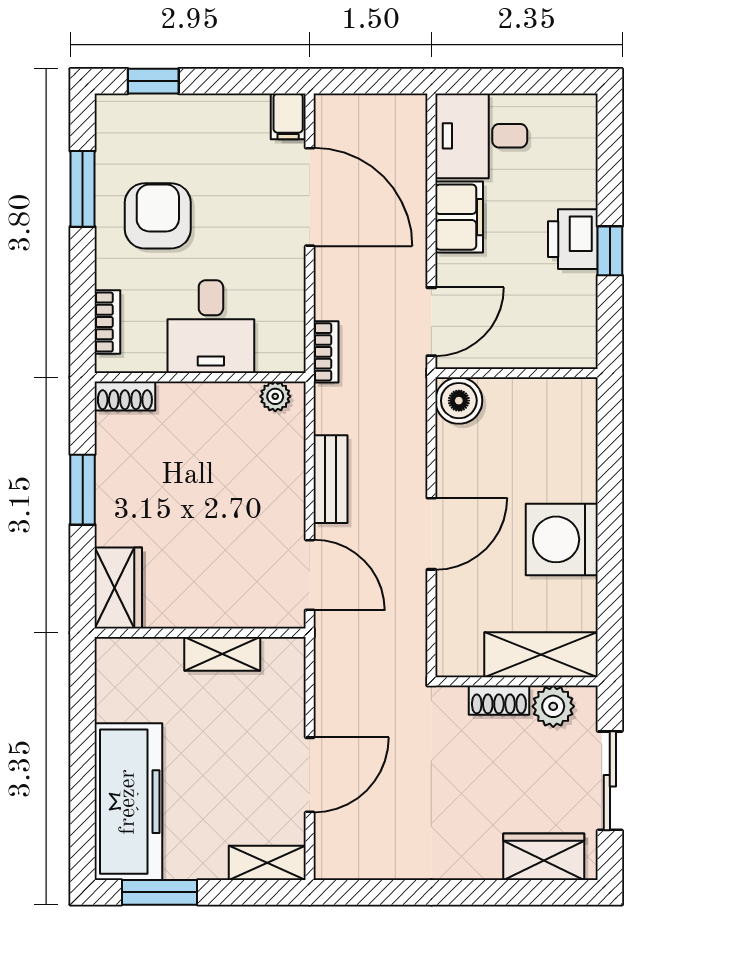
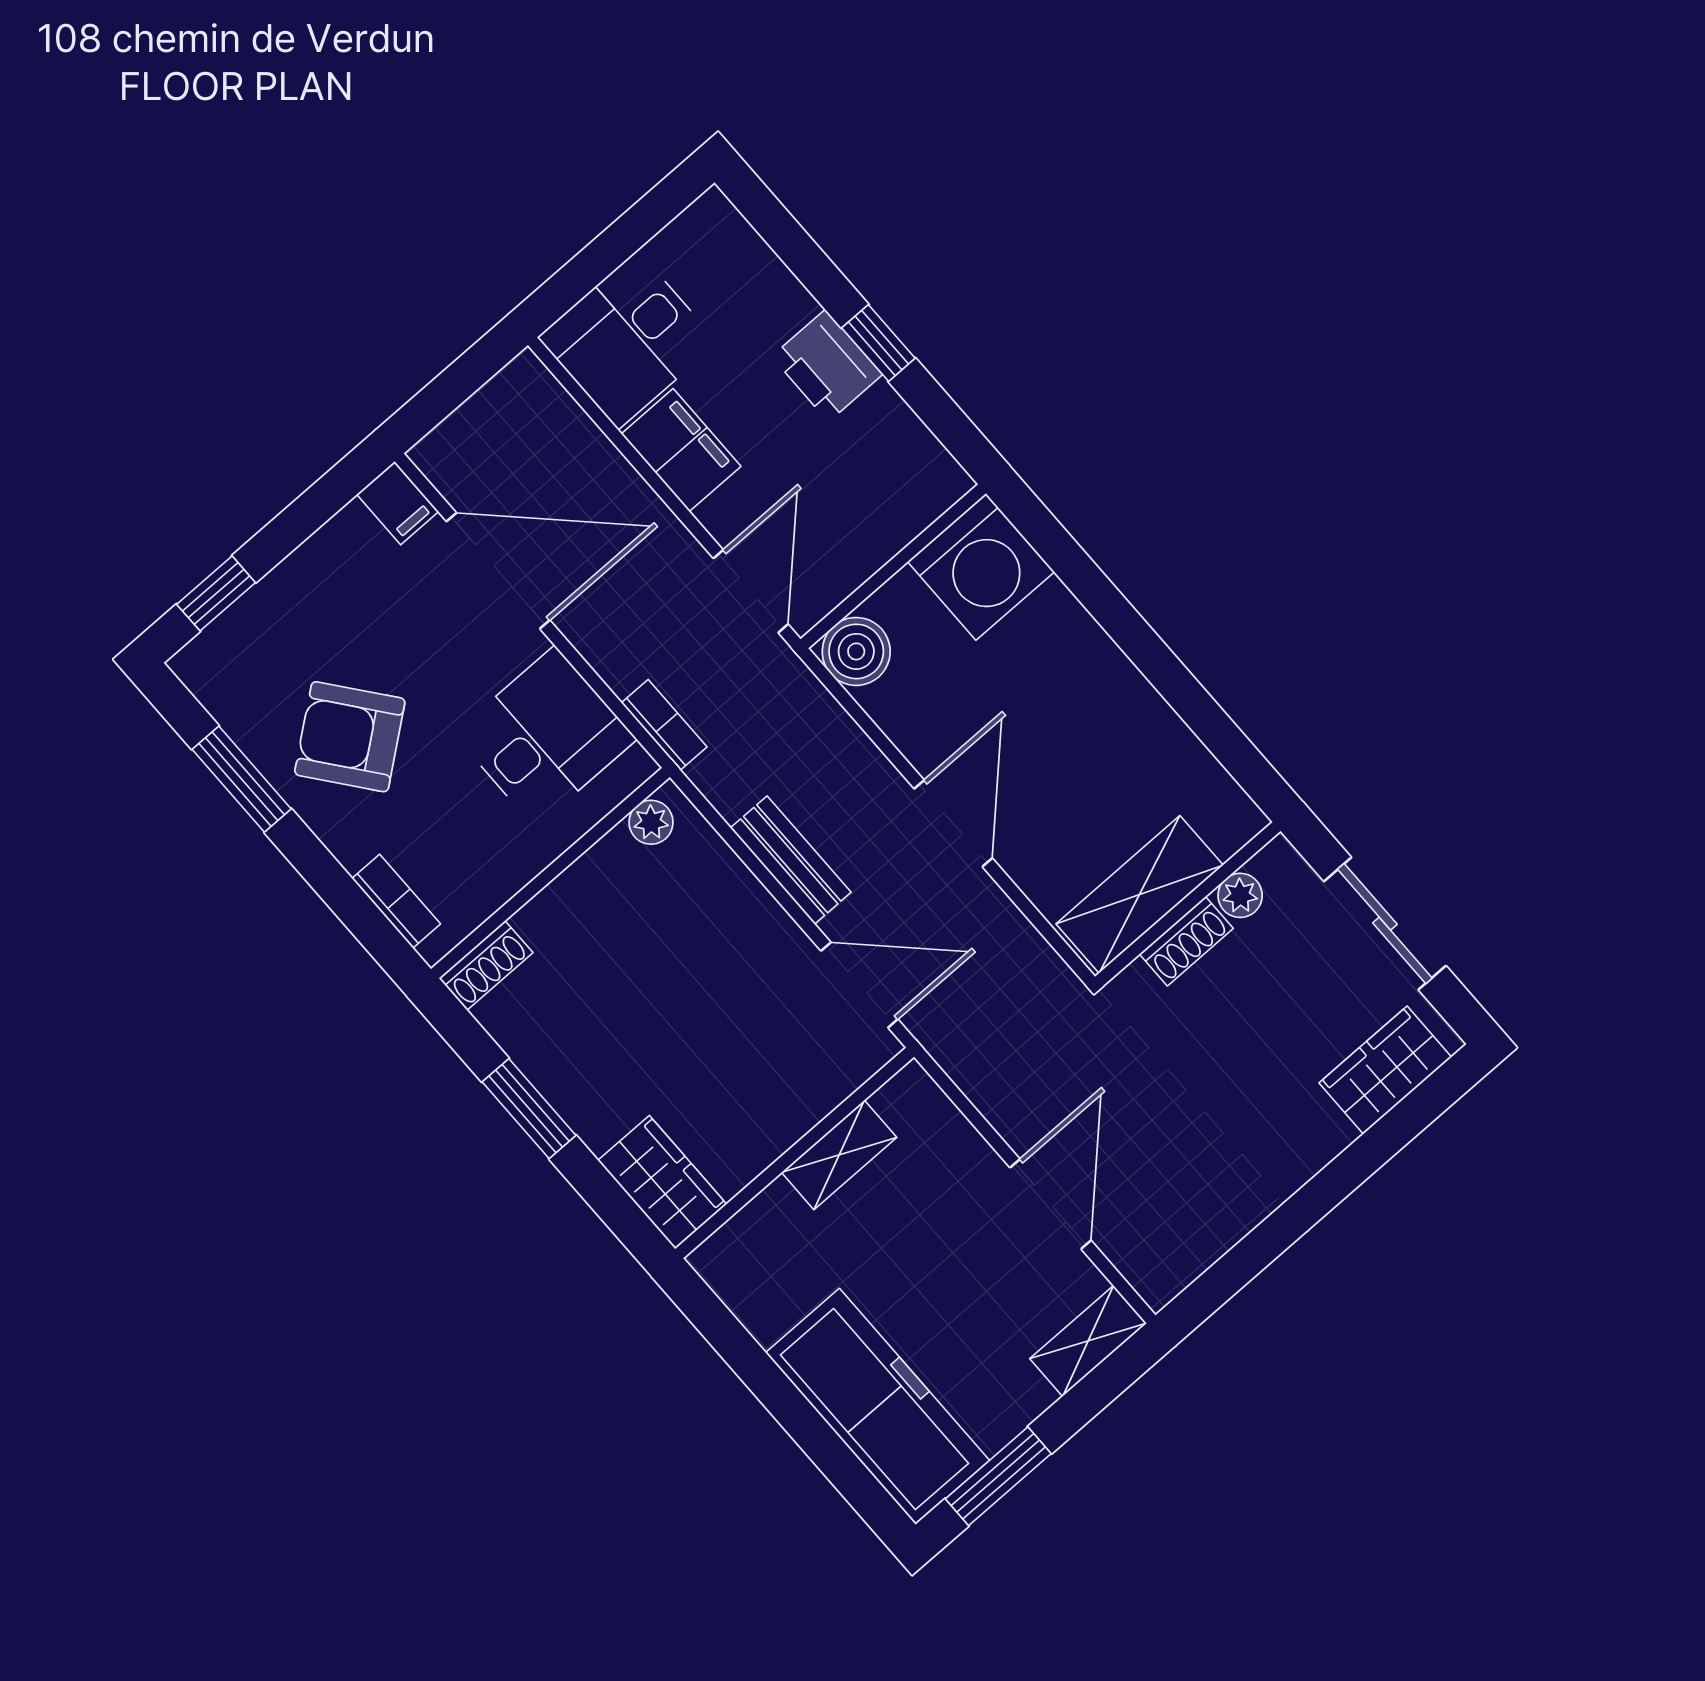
armchair: (158, 216) -> (350, 737), turned -38
desk: (211, 327) -> (545, 737), moved, turned -90
washing machine: (562, 539) -> (981, 567), moved, turned -90
shelving: (541, 655) -> (1140, 894), moved
plant: (553, 706) -> (1240, 895), width x0.73, depth x0.73

